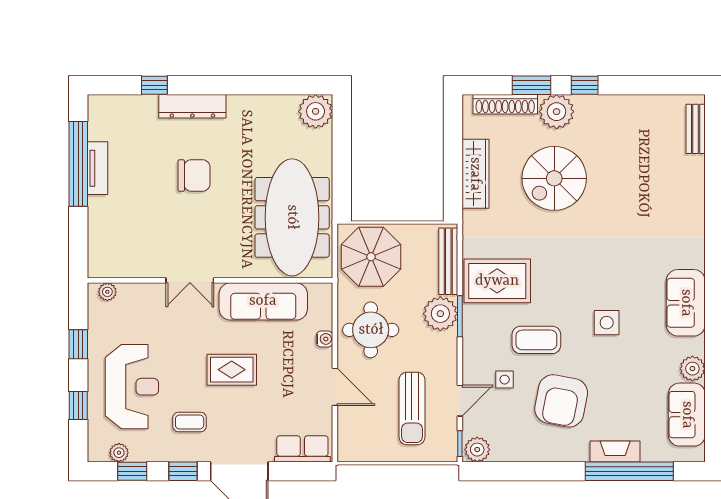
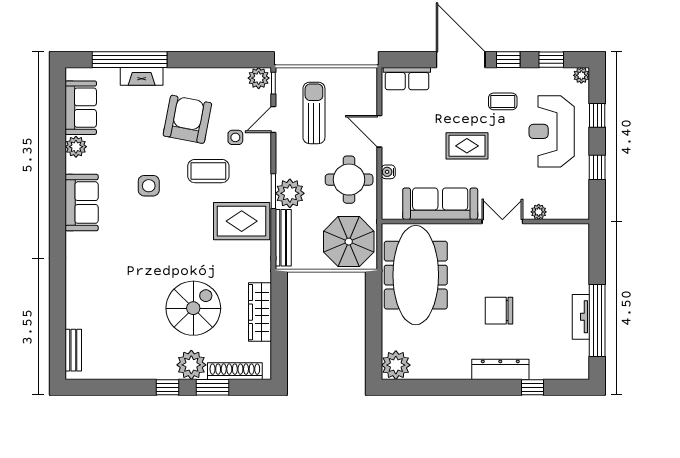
plant: (107, 292) -> (539, 212), moved
plant: (119, 453) -> (581, 75), moved

